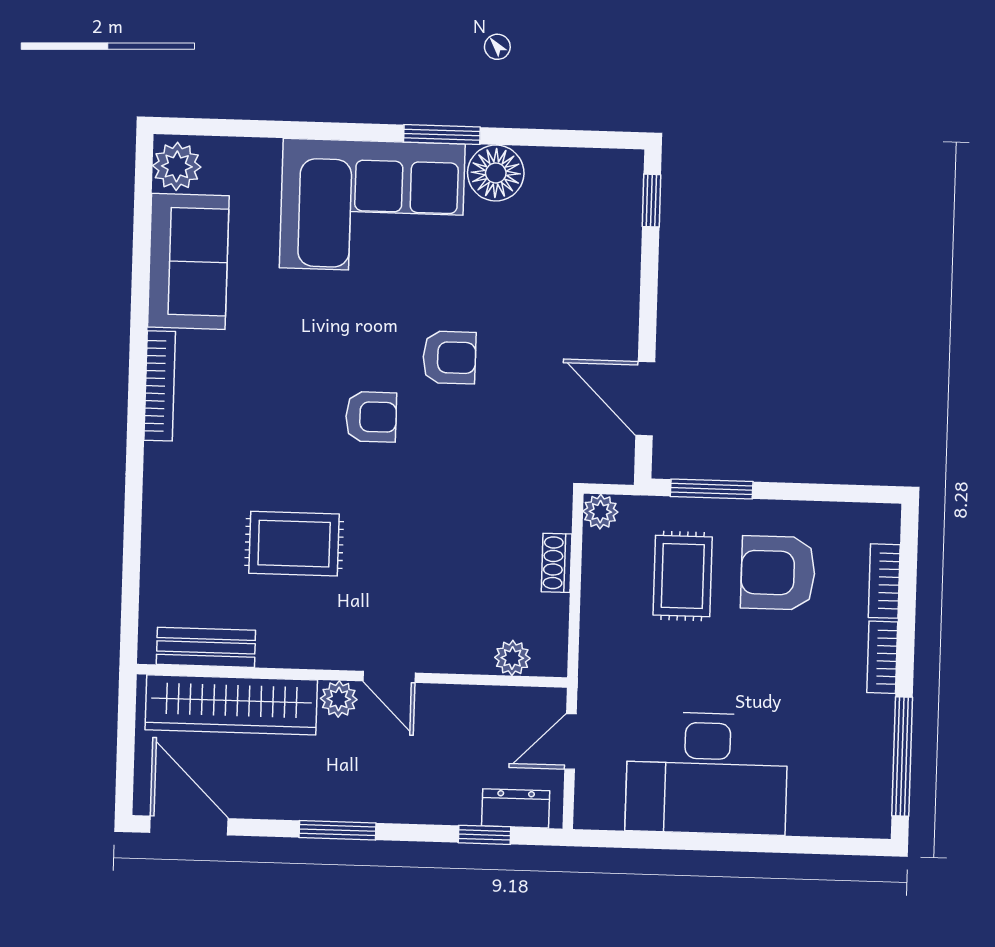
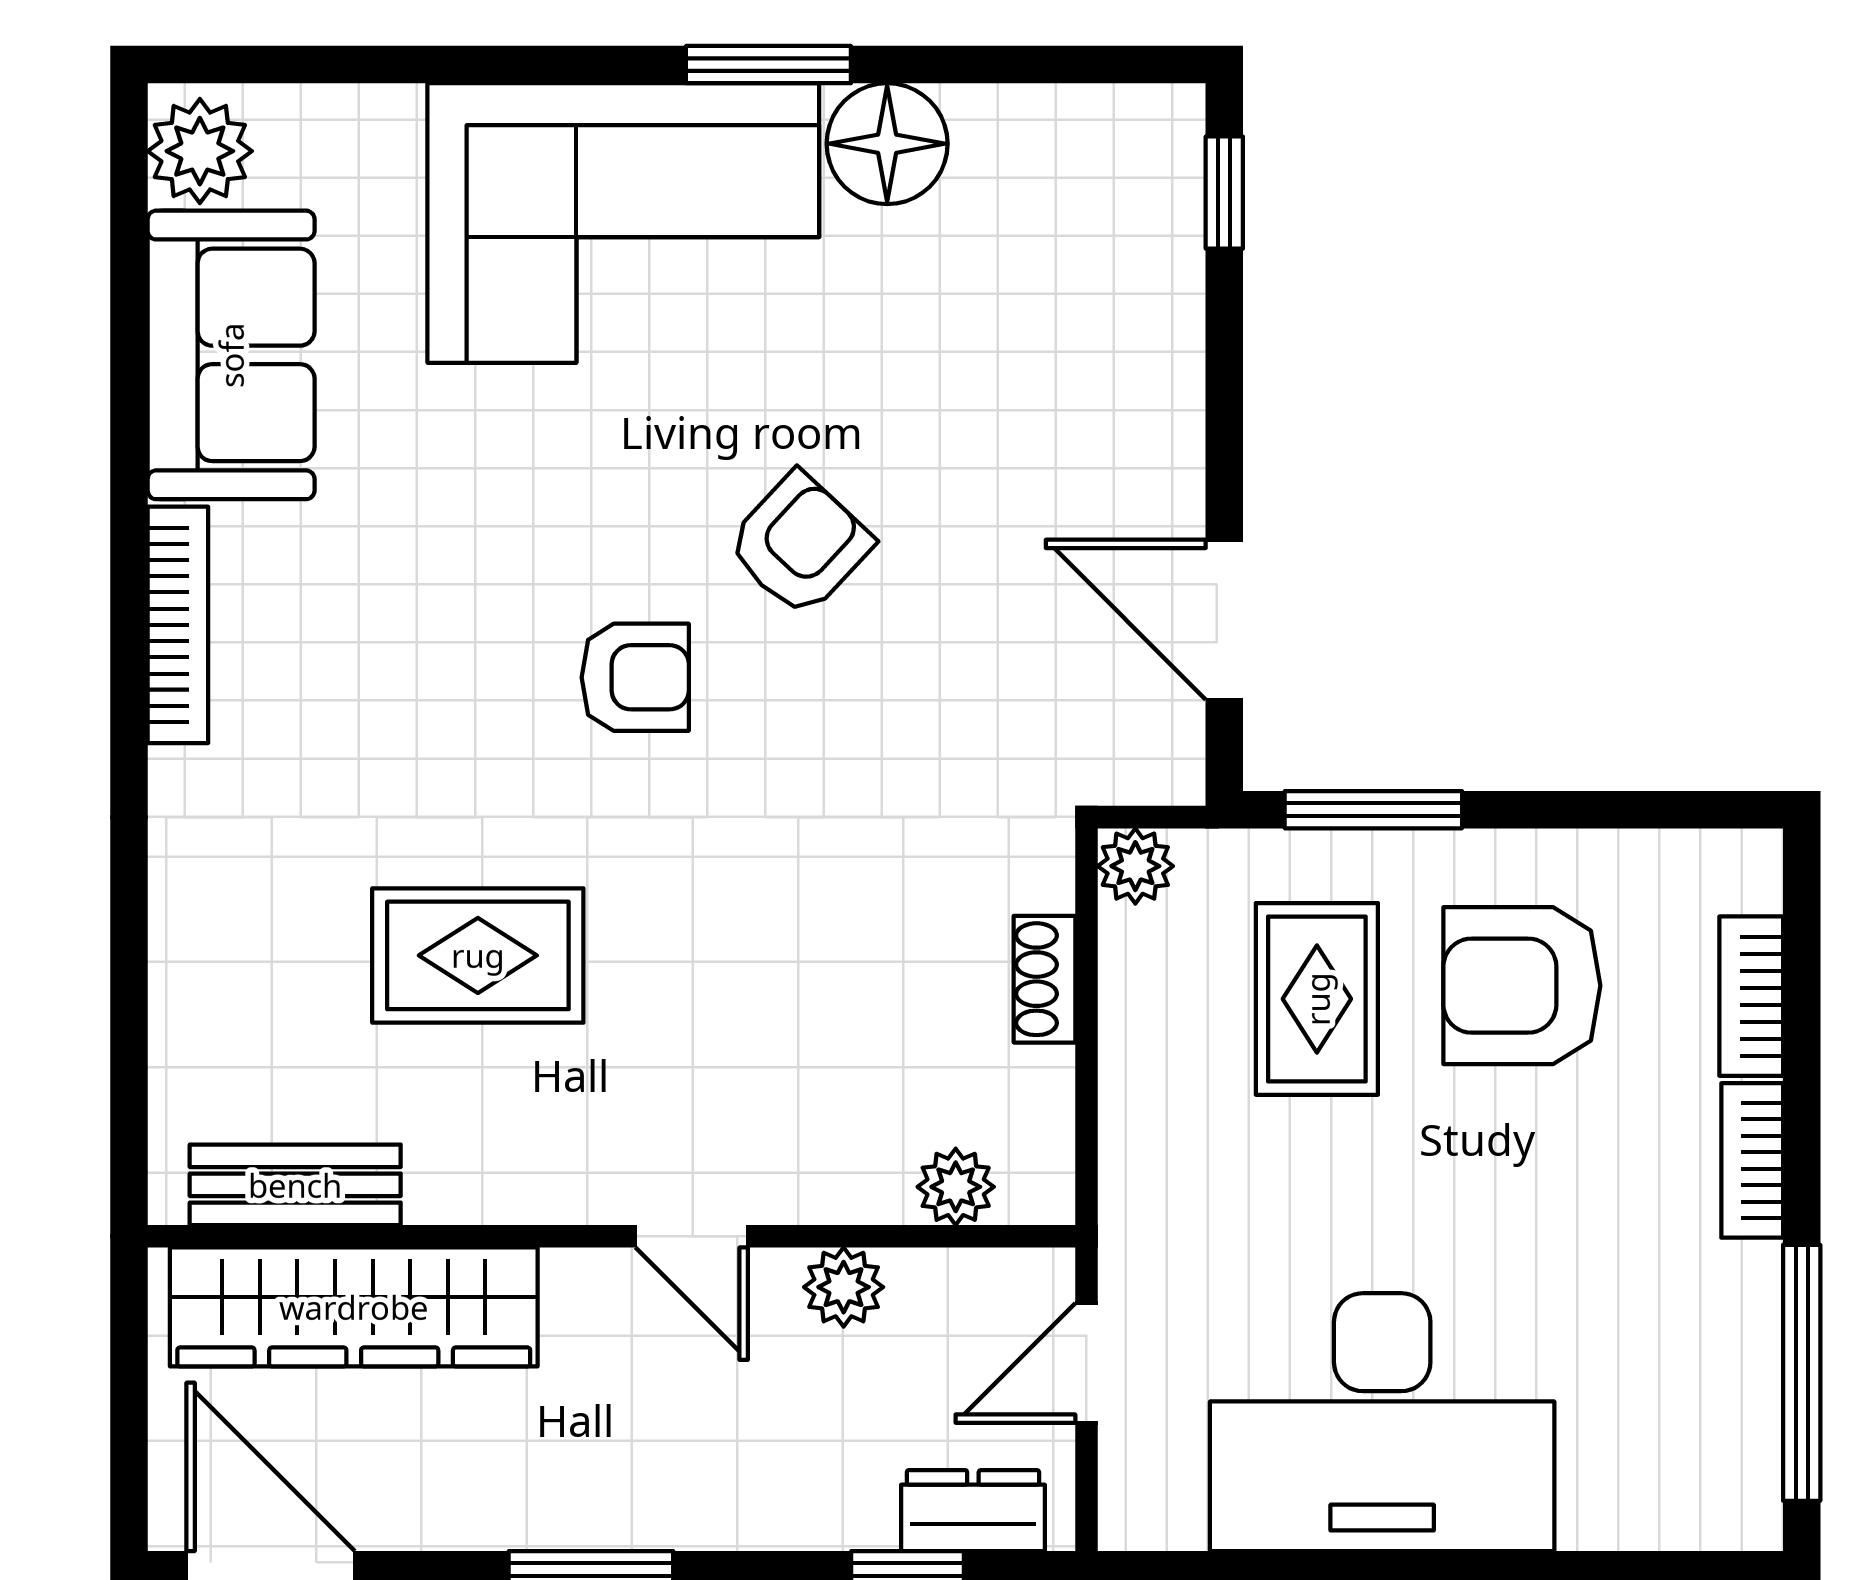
armchair: (449, 357) -> (800, 544), turned -47
plant: (339, 699) -> (844, 1287), moved

